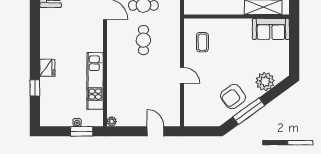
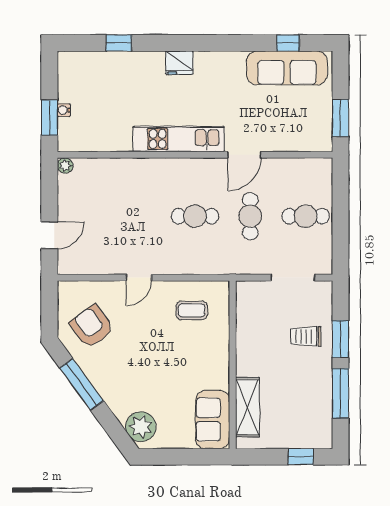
fridge: (47, 68) -> (179, 63), moved
kitchen unit: (95, 81) -> (179, 139), moved
plant: (265, 82) -> (141, 427), moved
armchair: (233, 97) -> (92, 326), moved

